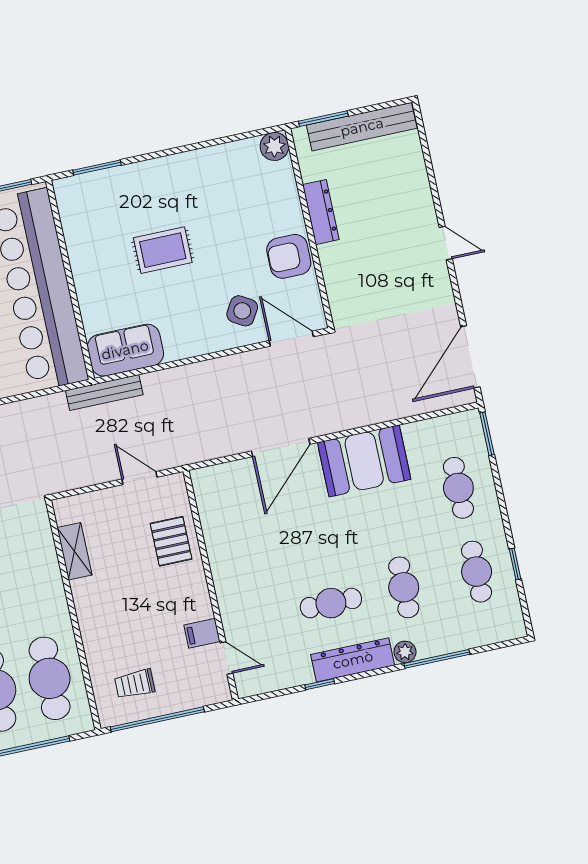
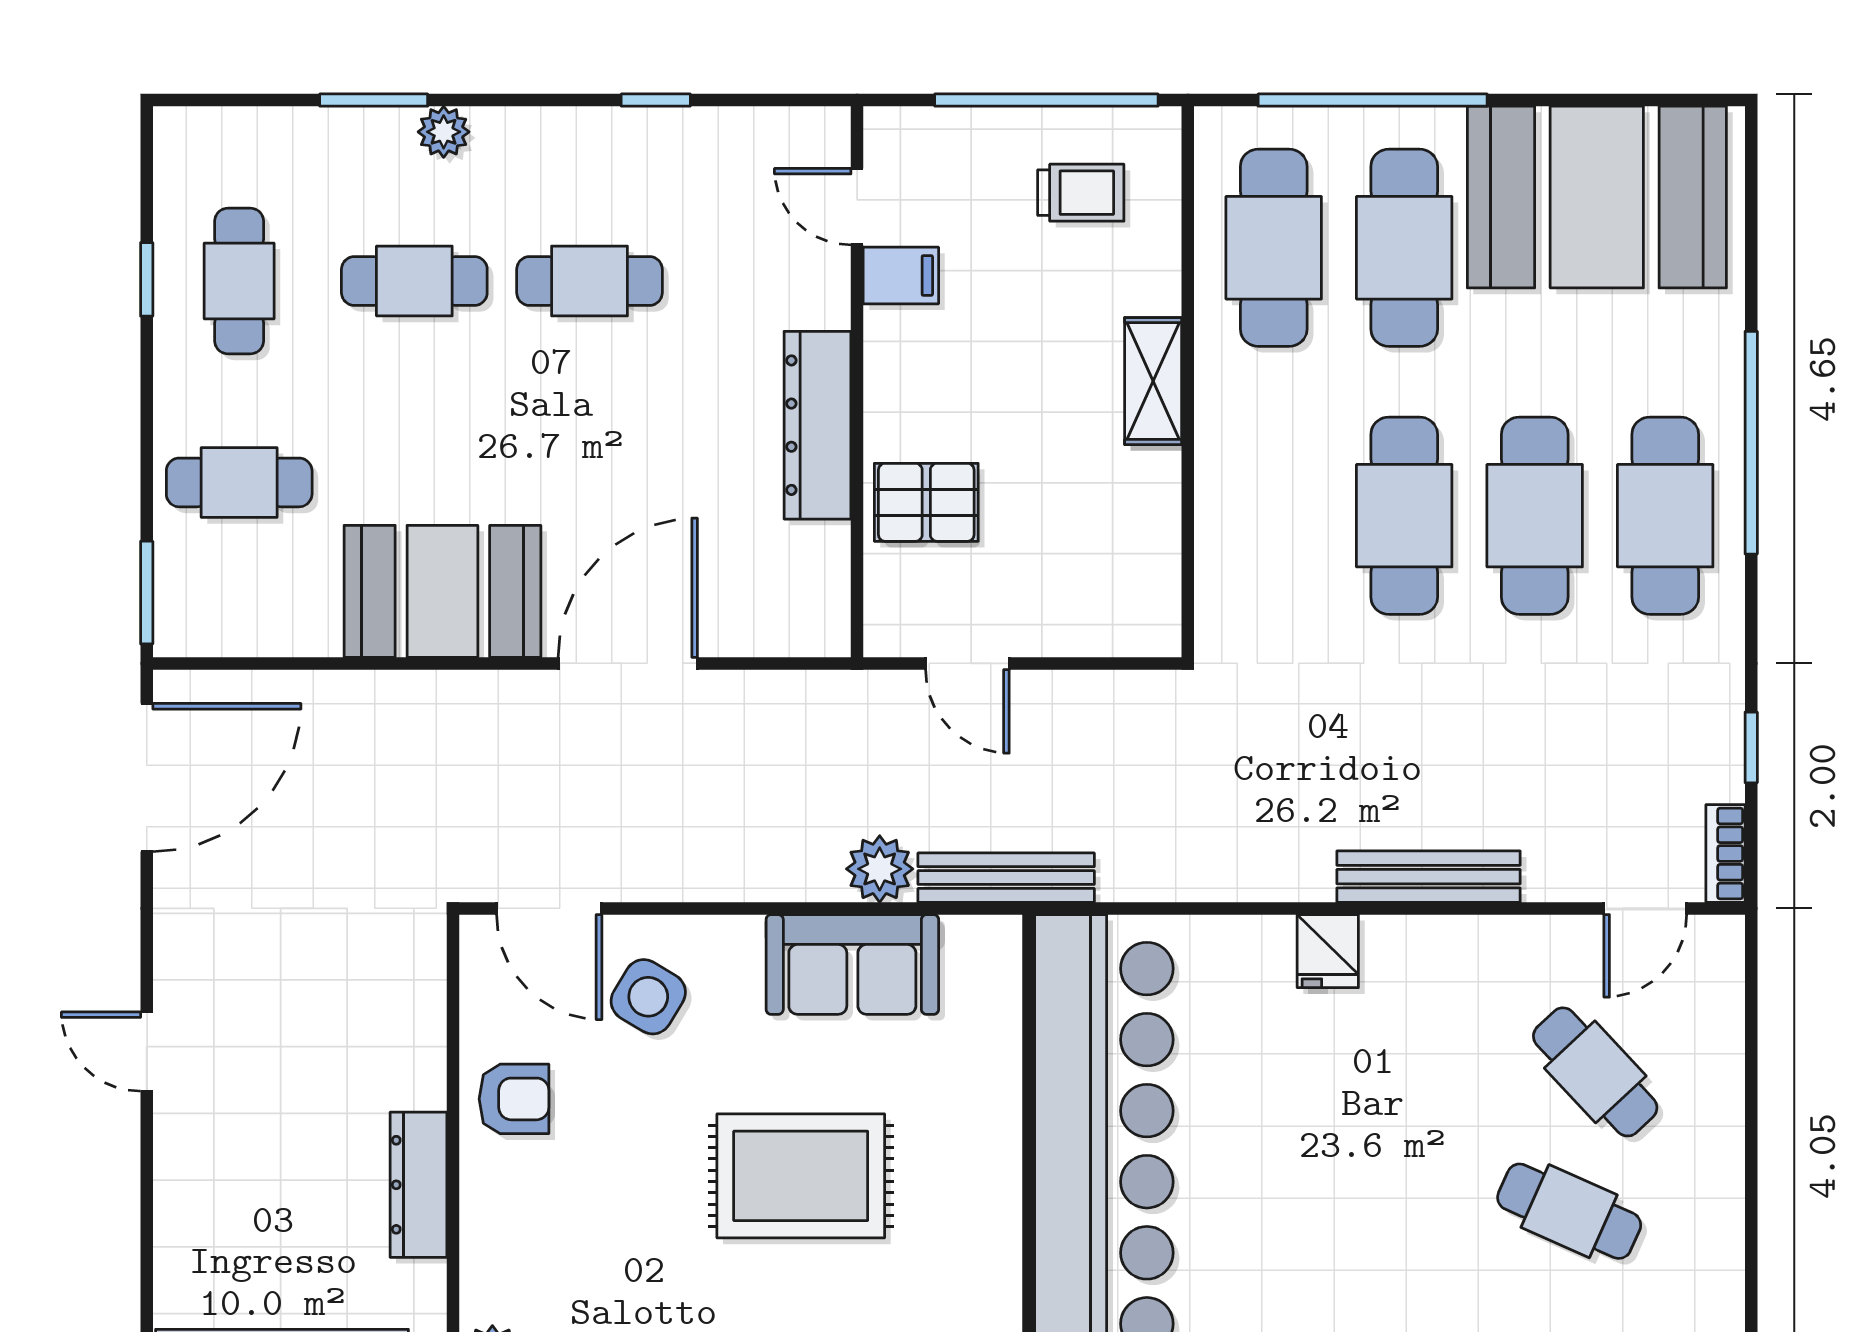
rug: (163, 250) -> (801, 1176), width x1.36, depth x1.43
armchair: (289, 256) -> (514, 1099), width x0.72, depth x0.72
sofa: (125, 350) -> (852, 964), moved
plant: (158, 385) -> (880, 869), added
cafe table: (458, 488) -> (239, 482), turned 90
pallet: (171, 541) -> (926, 502), turned 90
shelving: (75, 551) -> (1153, 381), moved
cafe table: (404, 587) -> (414, 281), turned 90
window: (437, 659) -> (374, 100), width x0.69
dresser: (353, 660) -> (817, 425), moved, turned 90

